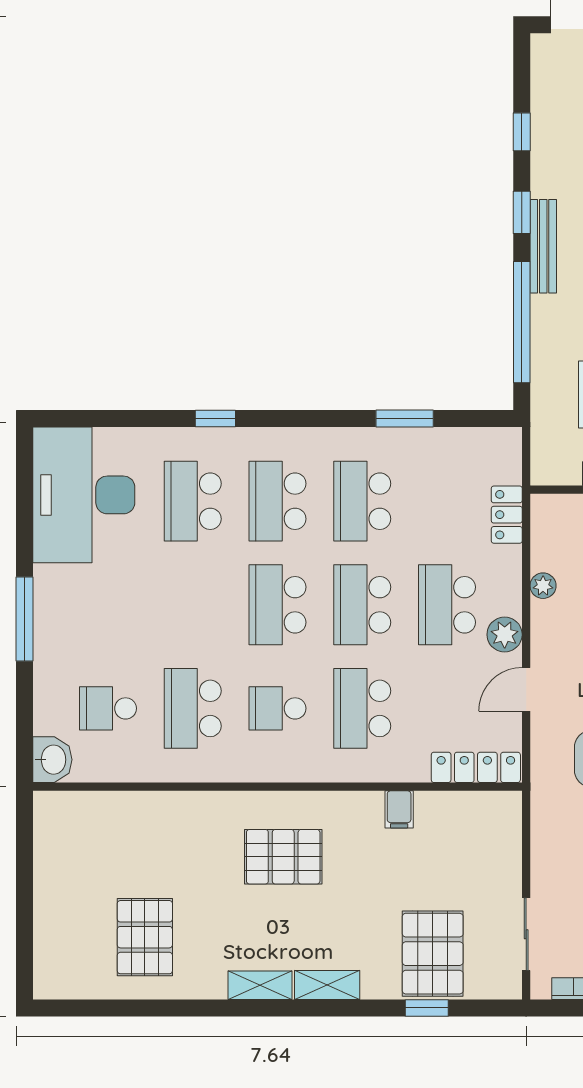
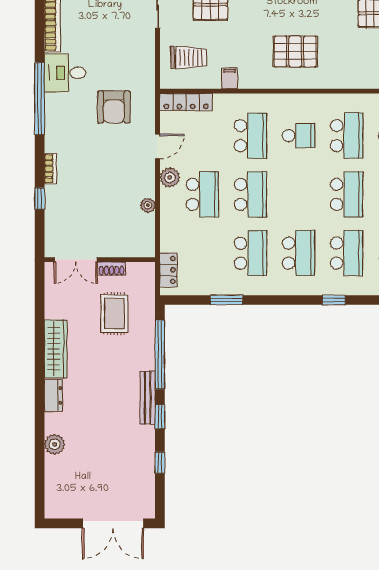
locker: (507, 515) -> (168, 270), moved
school desk: (277, 605) -> (347, 194), moved
trolley: (471, 846) -> (189, 58), added

